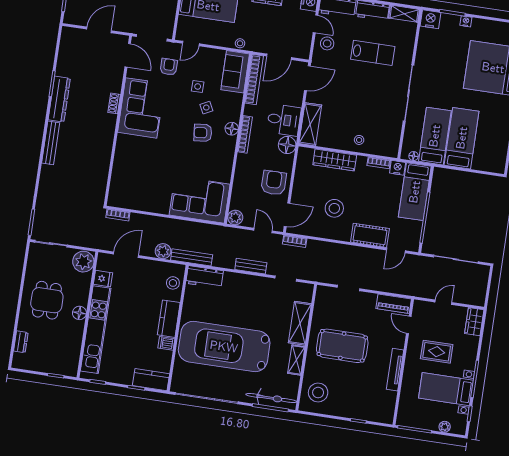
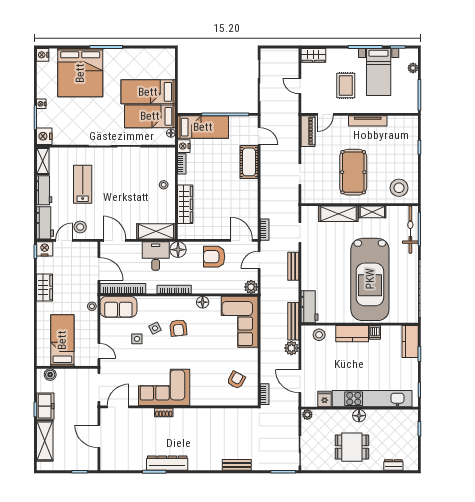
armchair: (169, 67) -> (236, 380), moved, turned 119
floor lamp: (232, 129) -> (203, 302), moved
bench: (51, 143) -> (237, 465), moved, width x0.73
stool: (334, 208) -> (229, 198), removed
plant: (83, 262) -> (307, 415), width x0.53, depth x0.53

